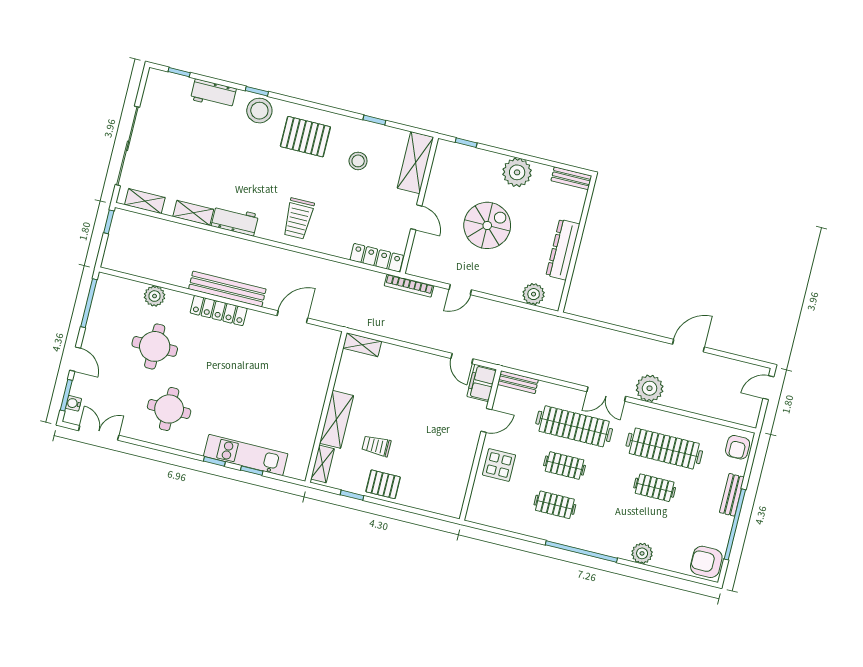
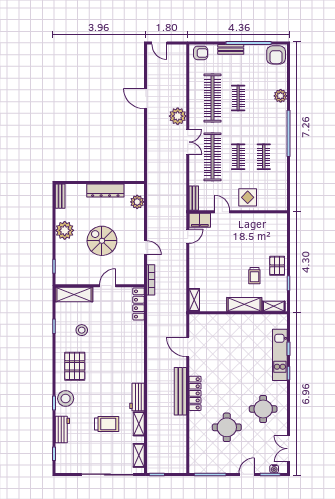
trolley: (298, 219) -> (107, 424), moved
plant: (155, 296) -> (196, 435), removed

